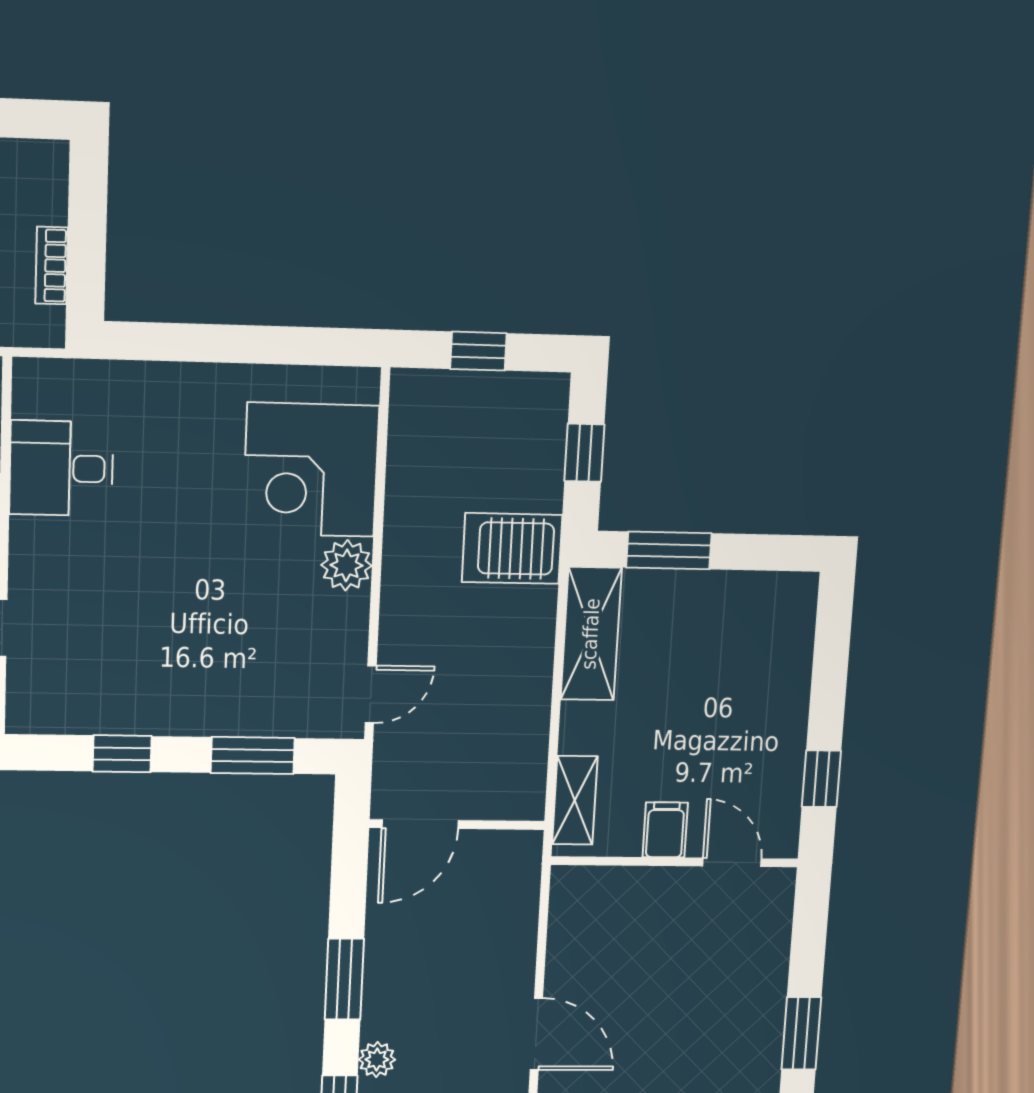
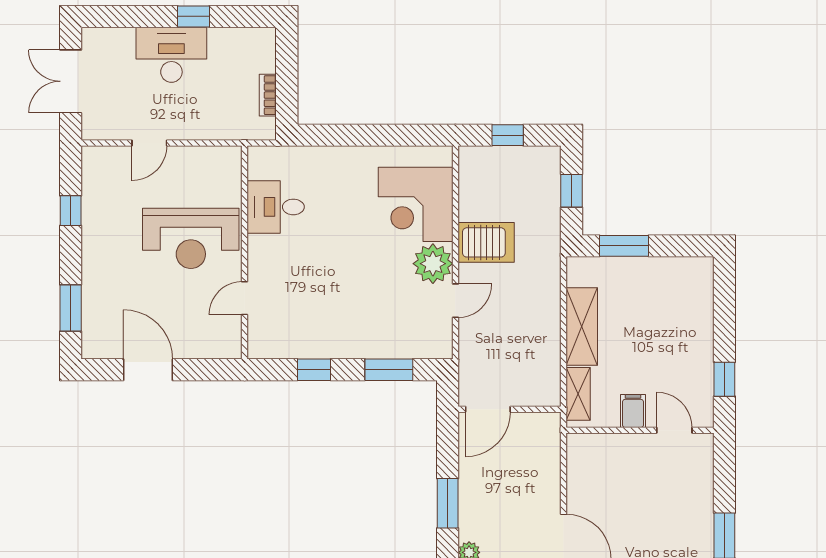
server rack: (512, 548) -> (486, 242), moved, turned 180
plant: (346, 565) -> (433, 264), width x1.36, depth x1.36
shelving: (591, 634) -> (582, 326), moved
door: (371, 694) -> (455, 301), moved

